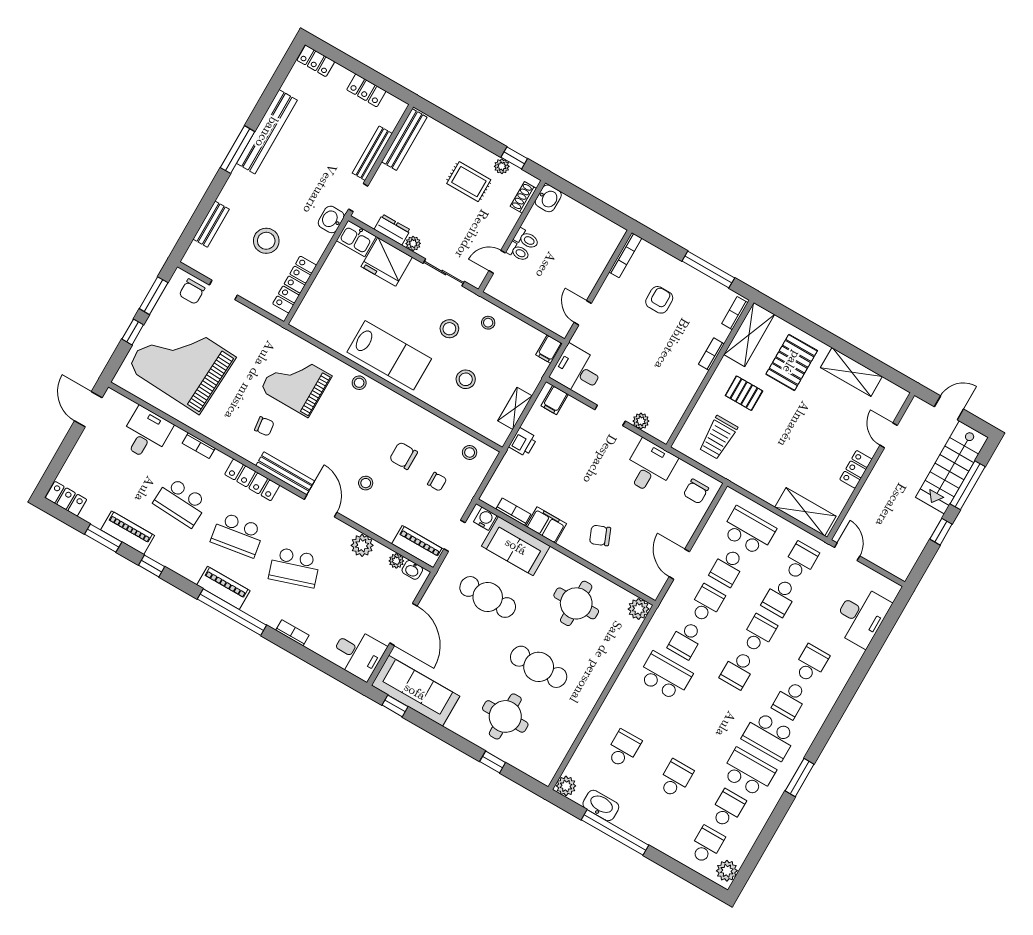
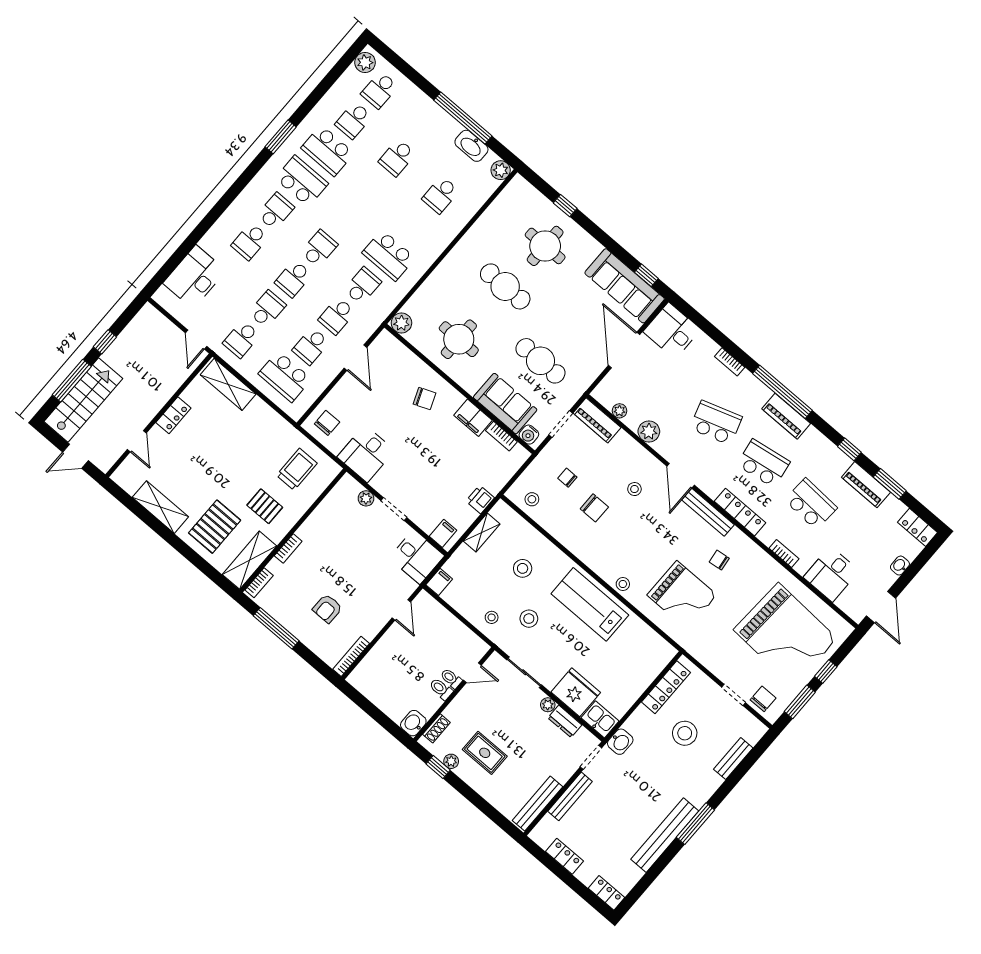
school desk: (728, 567) -> (311, 346), turned 180
washbasin: (412, 570) -> (900, 566), moved, turned -90

